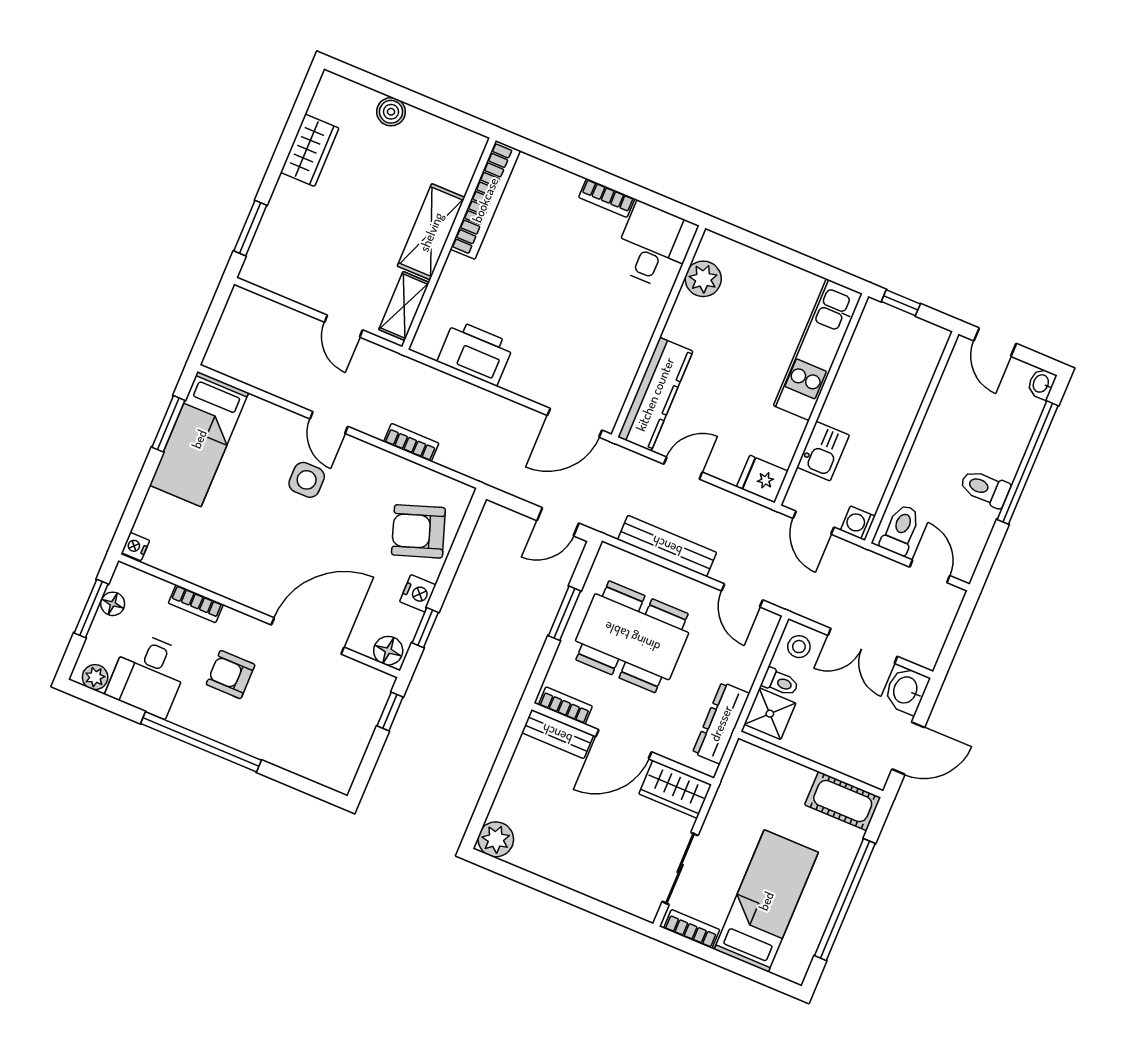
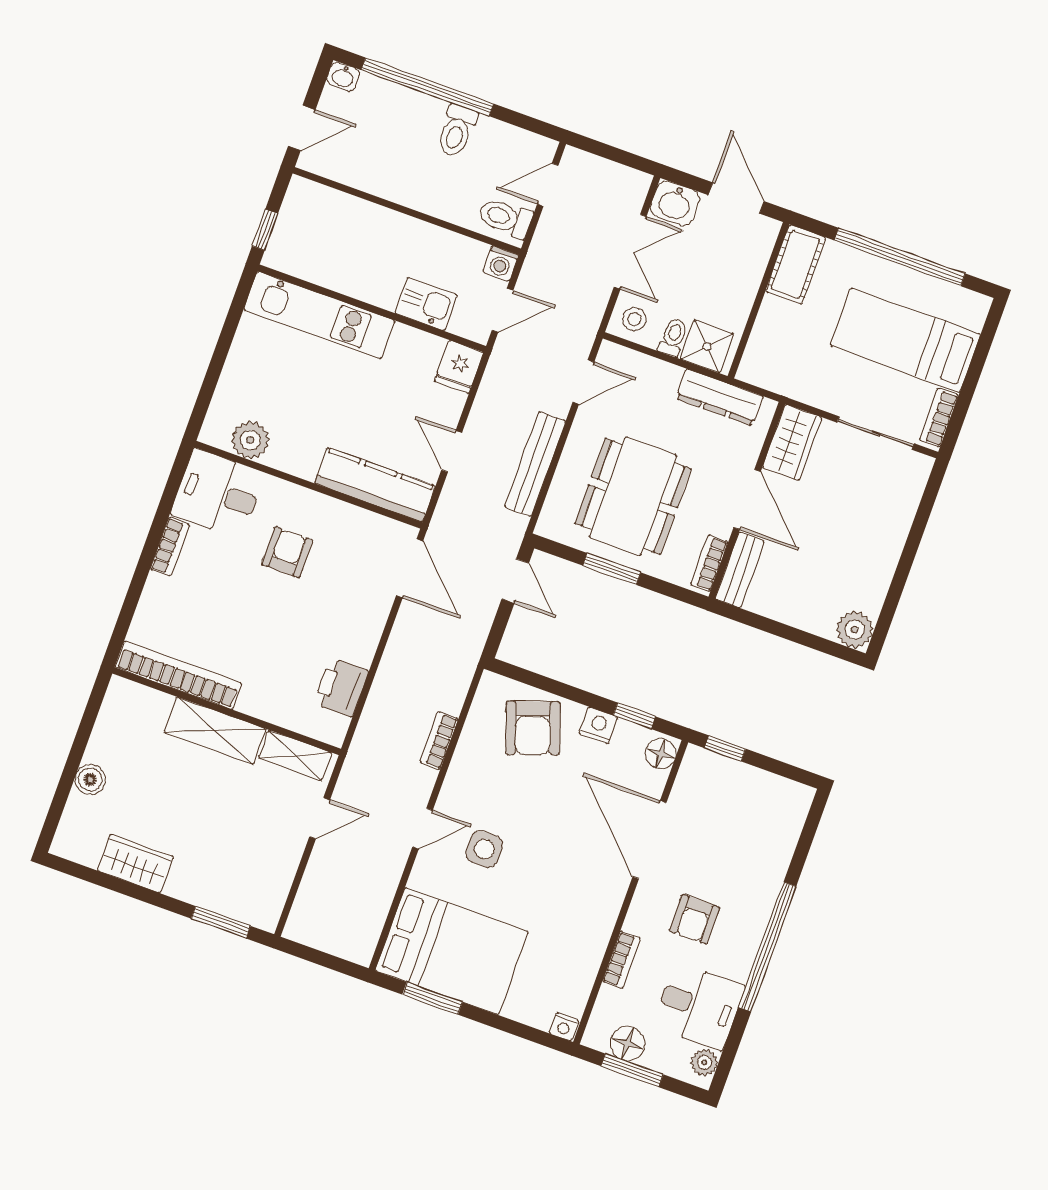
armchair: (596, 308) -> (287, 552), added
printer: (476, 353) -> (341, 687), width x0.73, depth x0.84
bed: (199, 439) -> (452, 951), width x1.50
floor lamp: (113, 604) -> (628, 1043), width x1.37, depth x1.37

